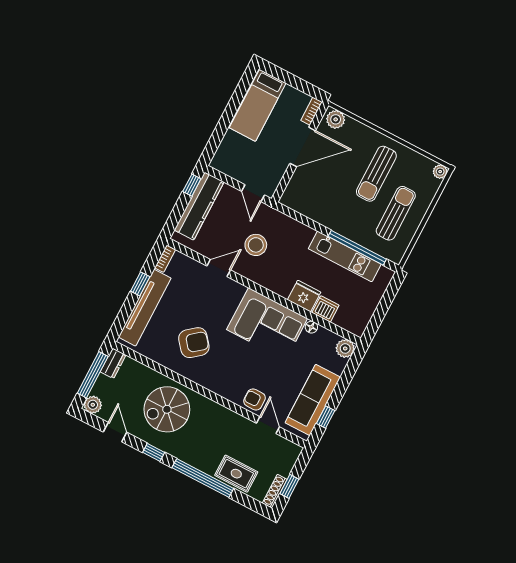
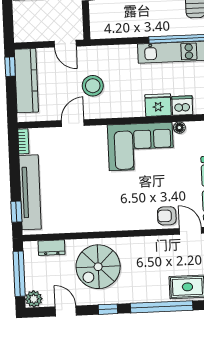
window: (140, 284) -> (16, 212), moved
armchair: (194, 343) -> (88, 198), removed
dresser: (113, 363) -> (51, 248), moved, turned 90

